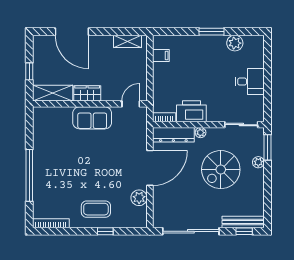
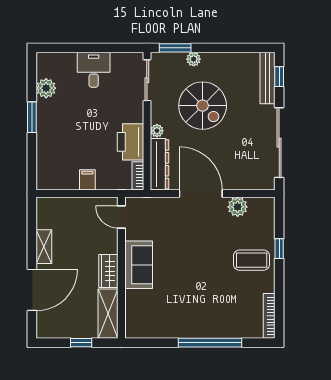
shelving: (128, 41) -> (44, 247), moved
filing cabinet: (161, 55) -> (87, 180), moved
coffee table: (96, 209) -> (252, 260), turned 90

